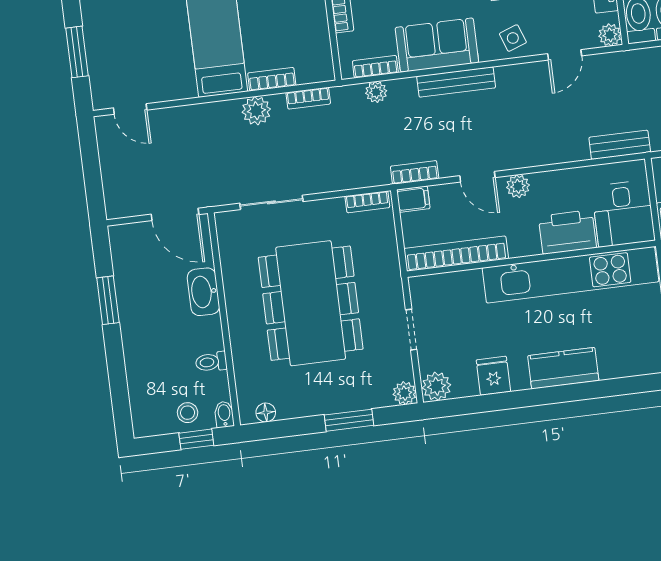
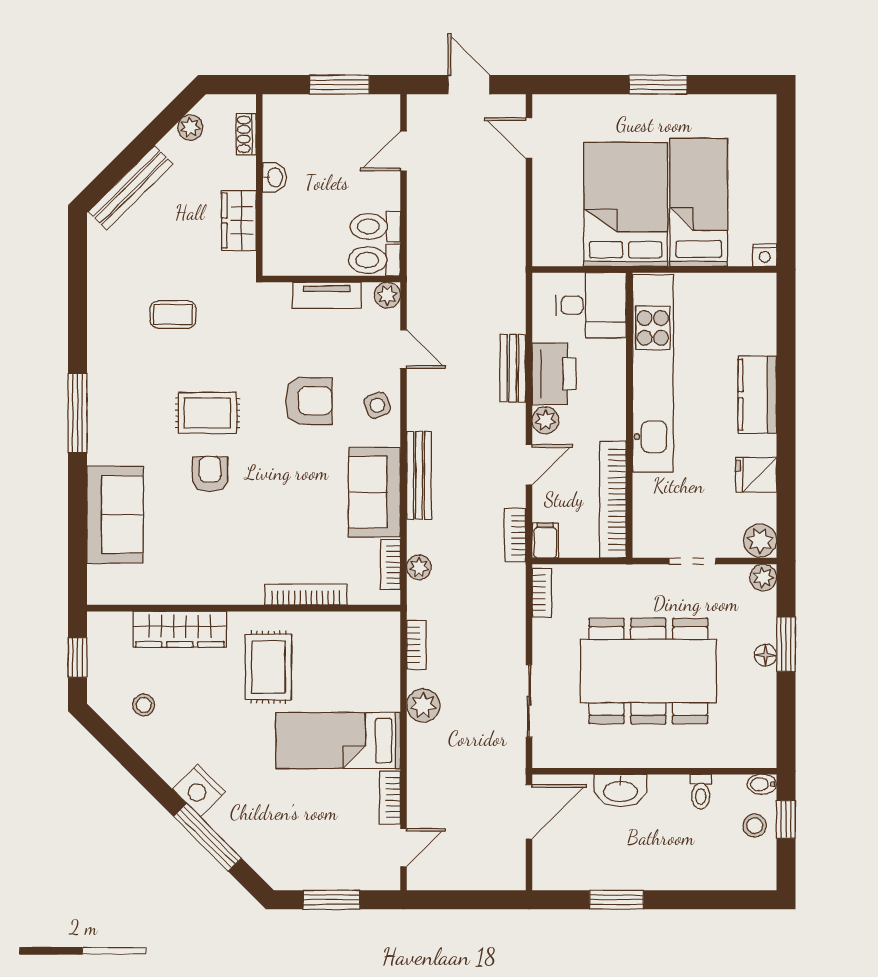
bookcase: (272, 79) -> (390, 797), moved
bench: (620, 145) -> (513, 368), moved
printer: (567, 232) -> (554, 374), moved, turned 180
floor lamp: (266, 413) -> (766, 655), moved

